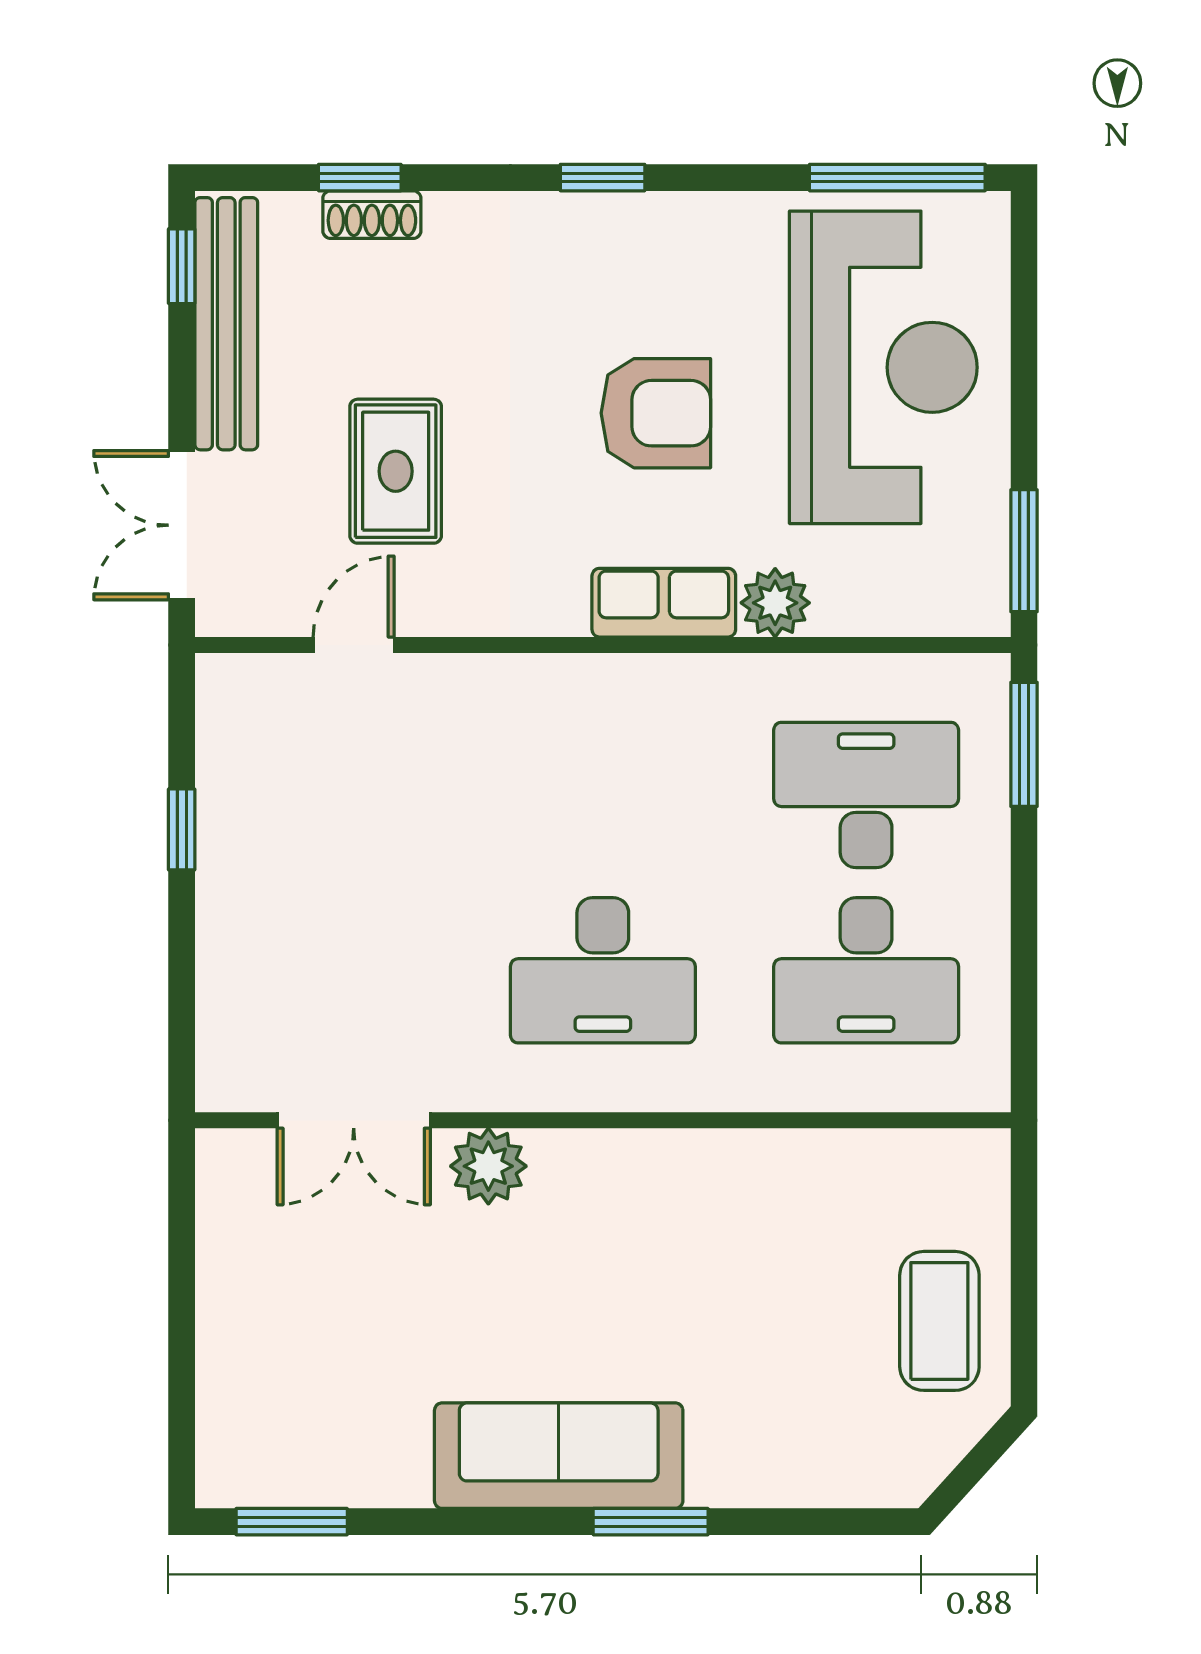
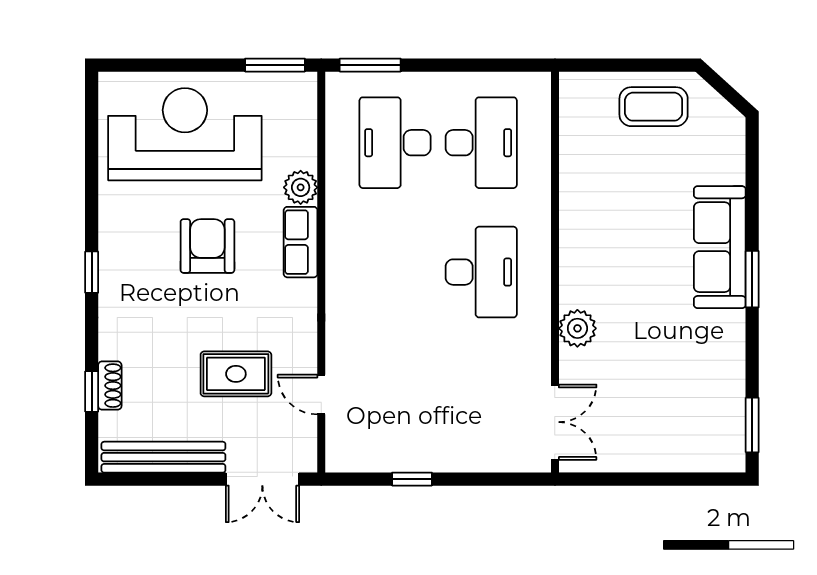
window: (897, 178) -> (92, 127), removed
window: (182, 266) -> (135, 479), removed
double door: (354, 1120) -> (555, 422), moved
sofa: (559, 1456) -> (720, 247), moved
window: (651, 1522) -> (752, 279), moved

